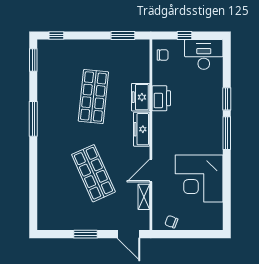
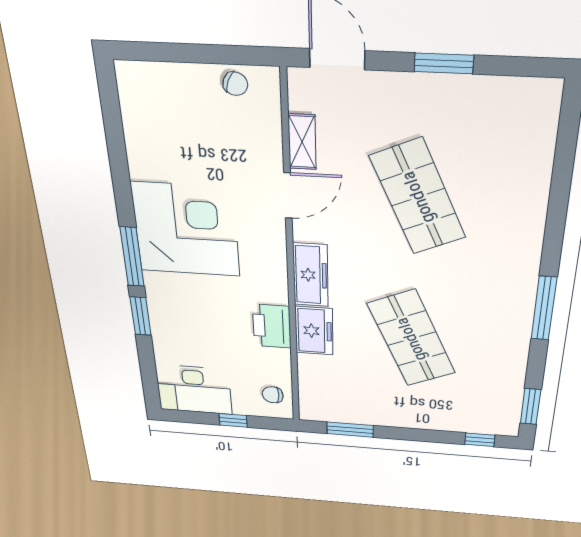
shop shelf: (93, 97) -> (411, 339), turned -30
corner desk: (199, 179) -> (186, 230), moved

